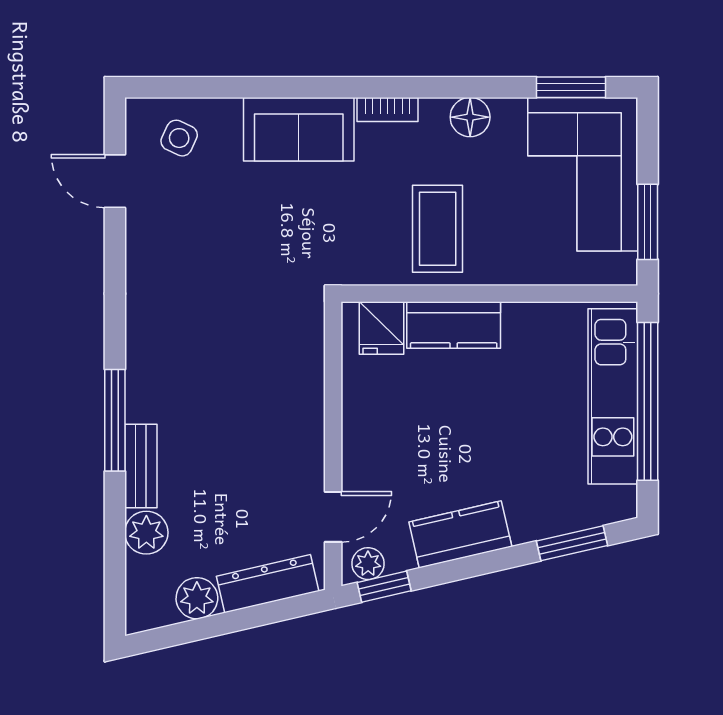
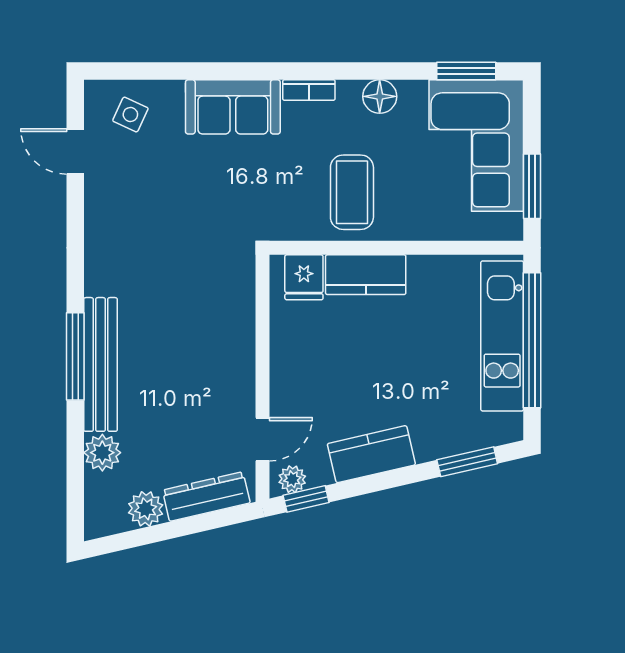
bench: (141, 466) -> (101, 364), width x1.86, depth x1.21

